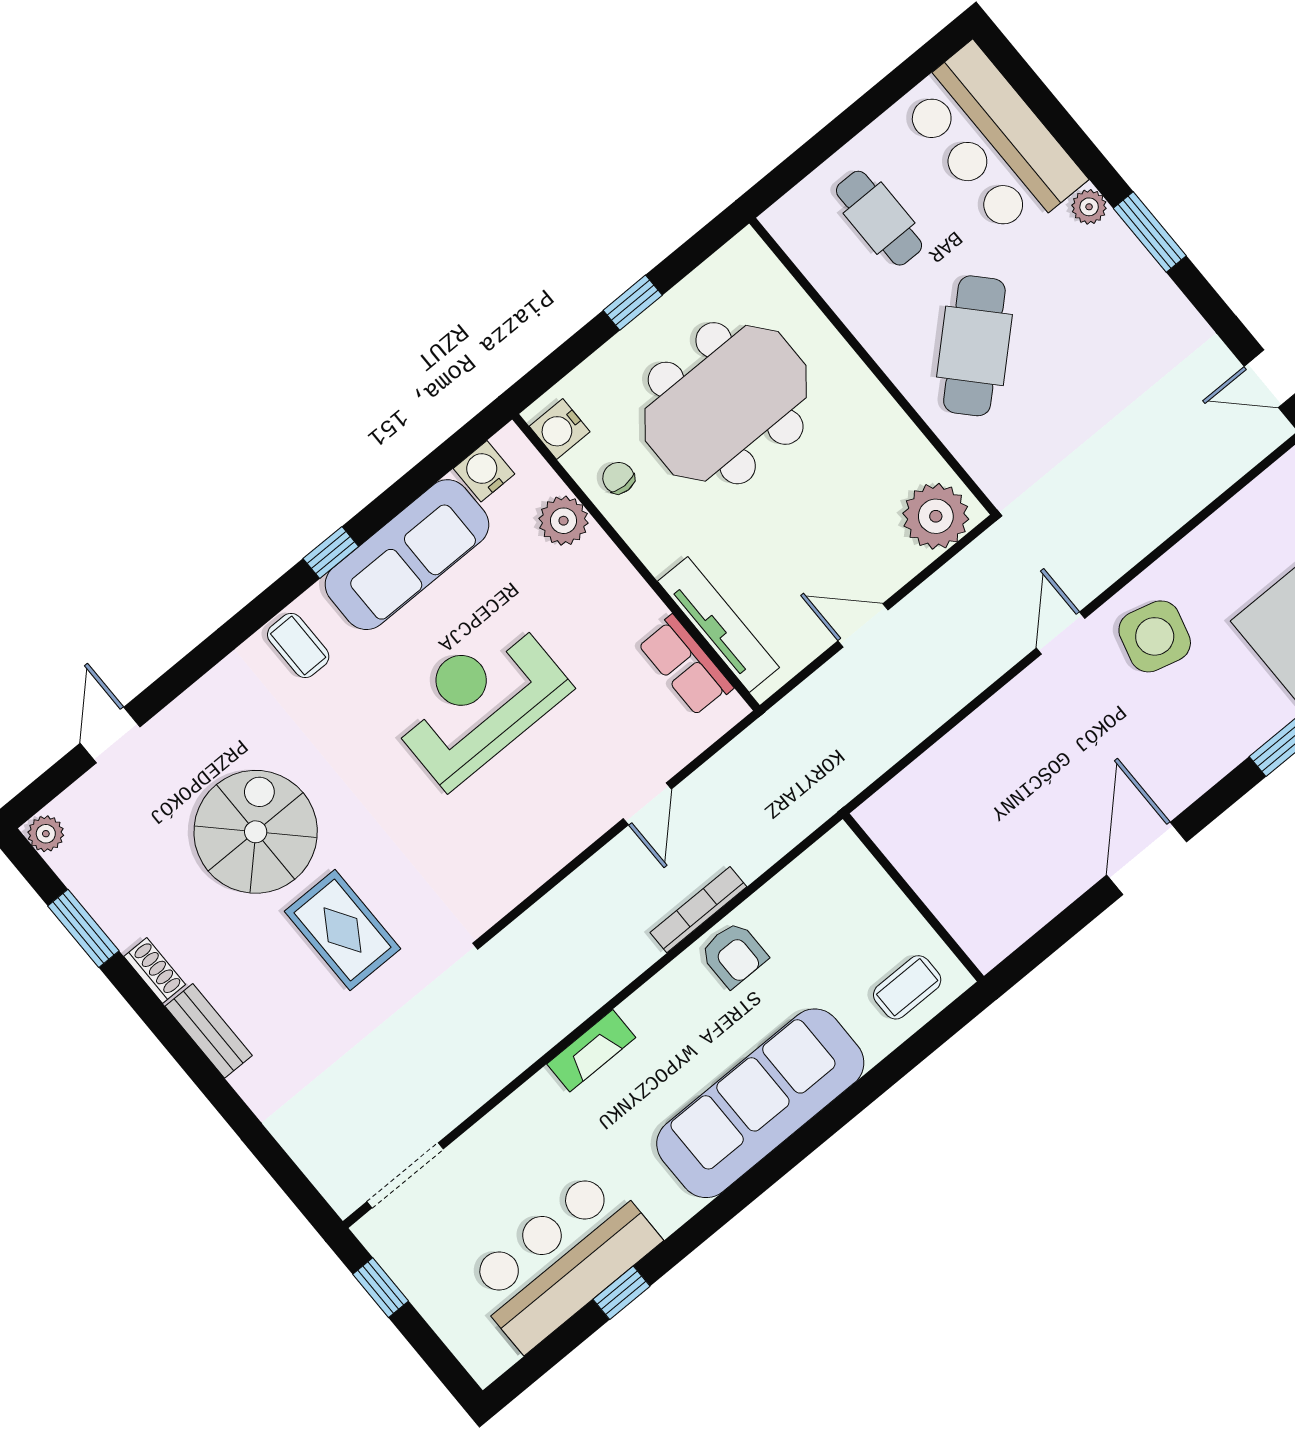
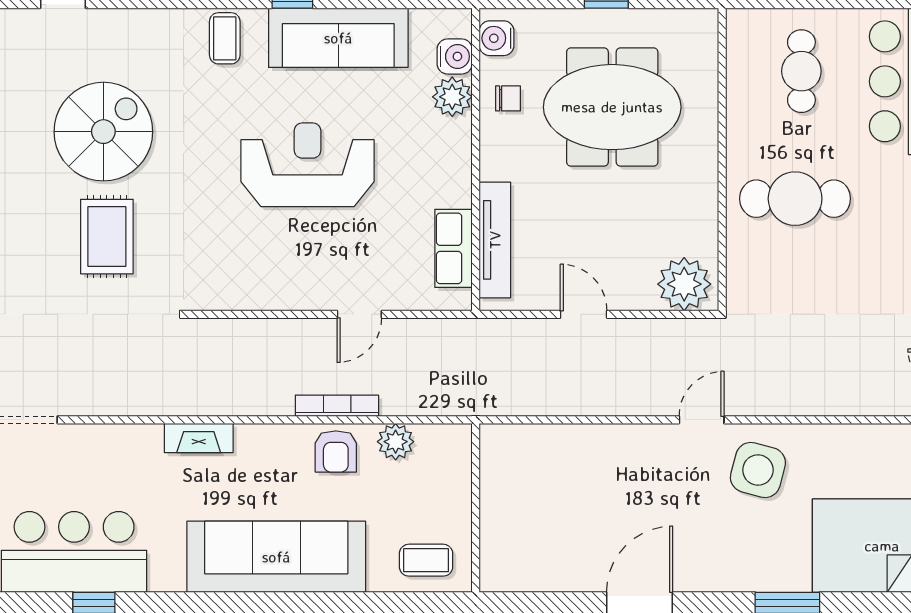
cafe table: (974, 346) -> (795, 199), turned 43
water cooler: (484, 471) -> (455, 56), moved, turned 90
chair: (618, 478) -> (508, 98), turned 90
plant: (784, 898) -> (396, 442), added

